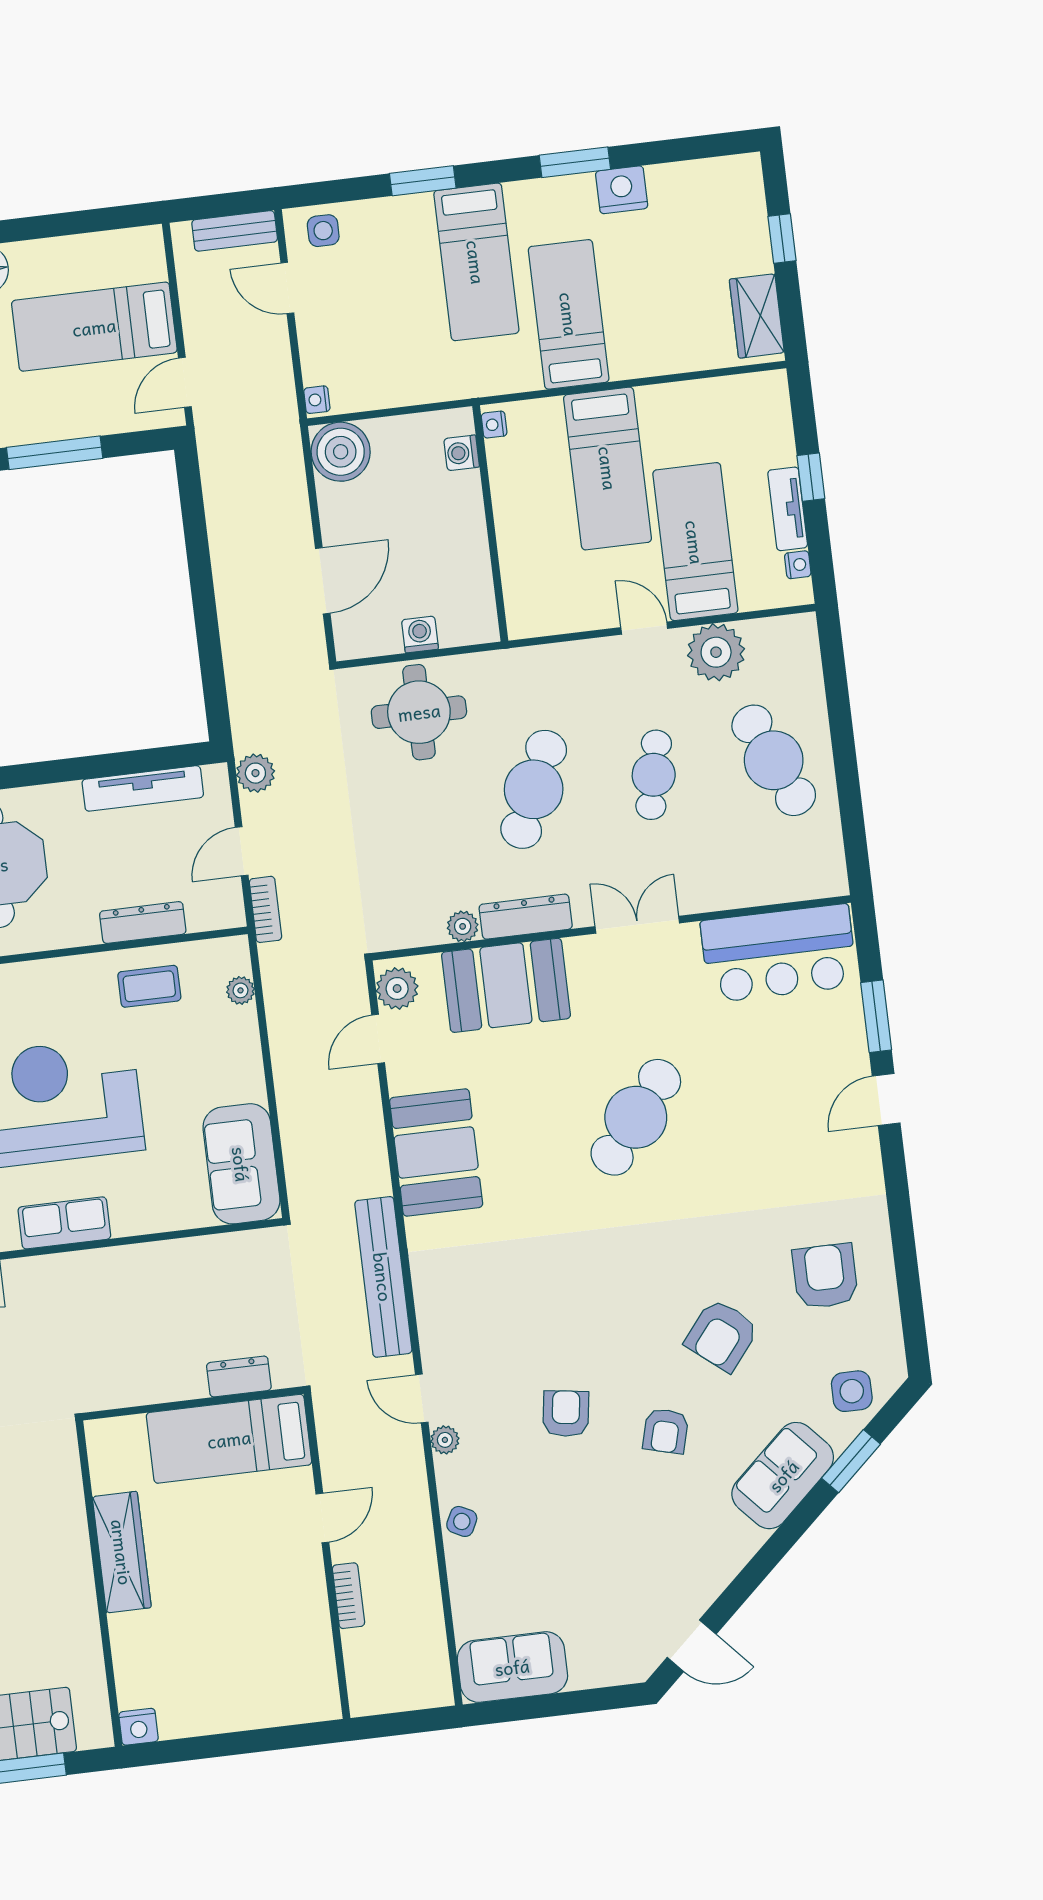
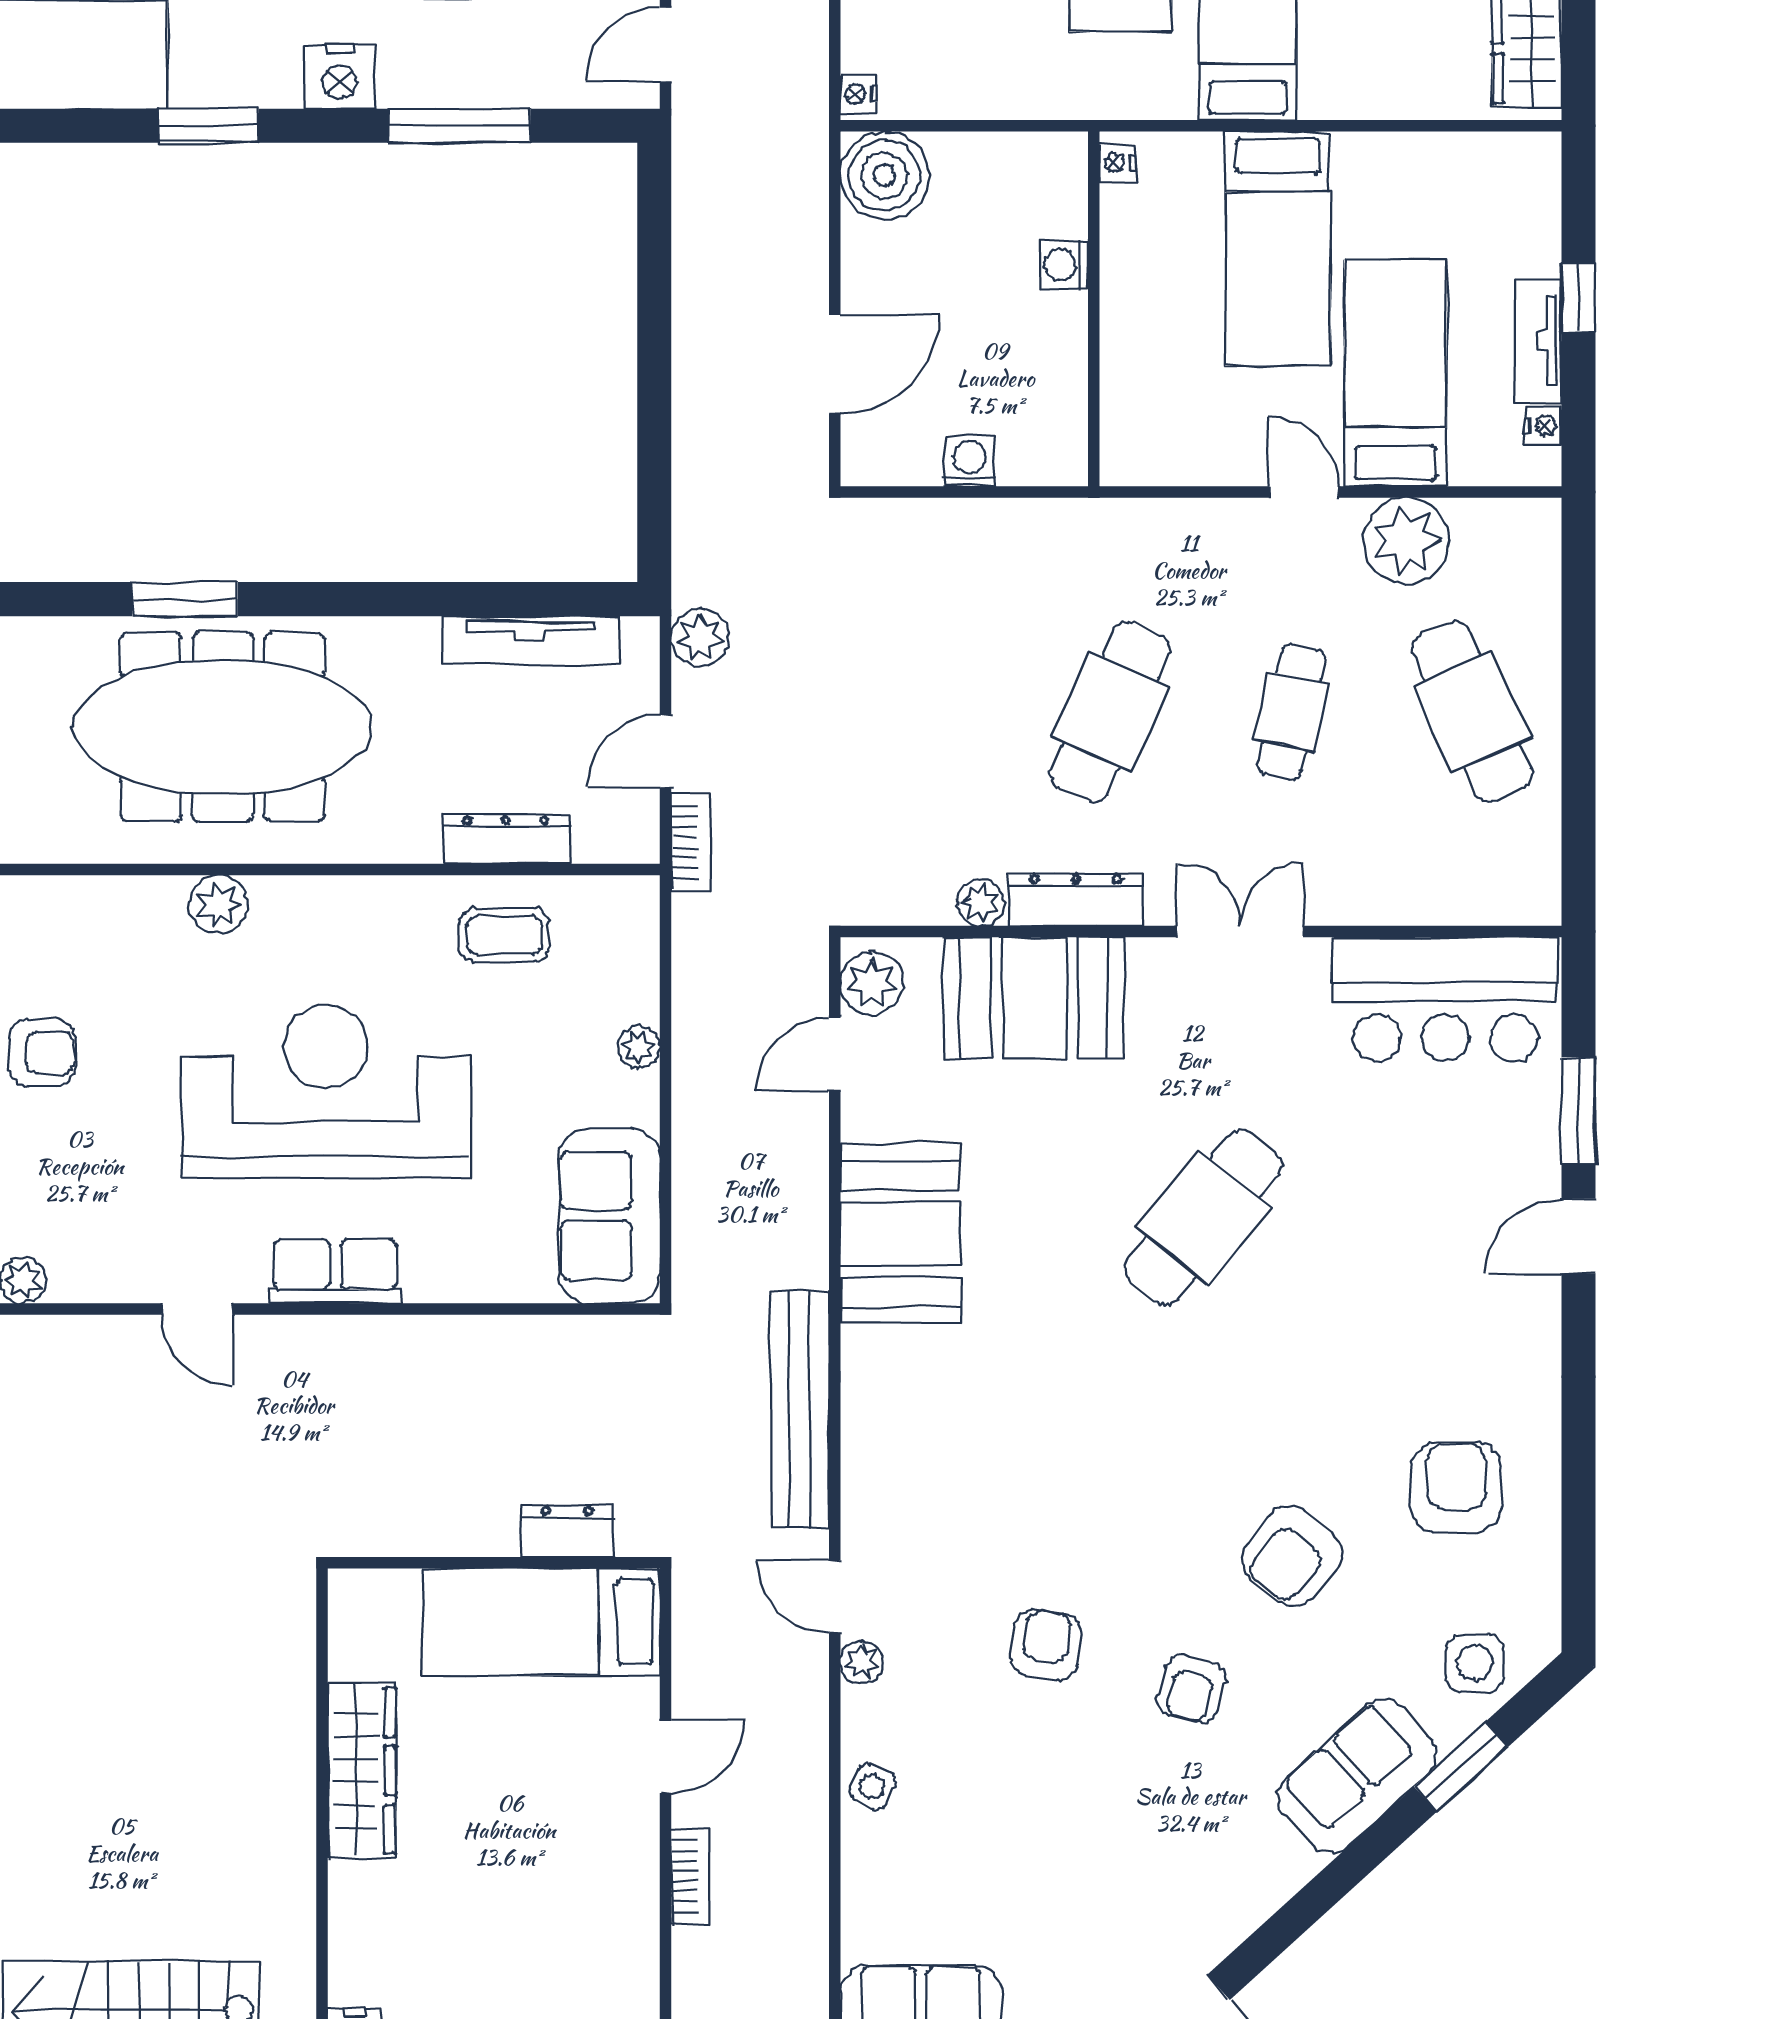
washing machine: (462, 453) -> (1064, 265), moved
round table: (419, 712) -> (954, 577), removed
plant: (240, 990) -> (639, 1047), moved

